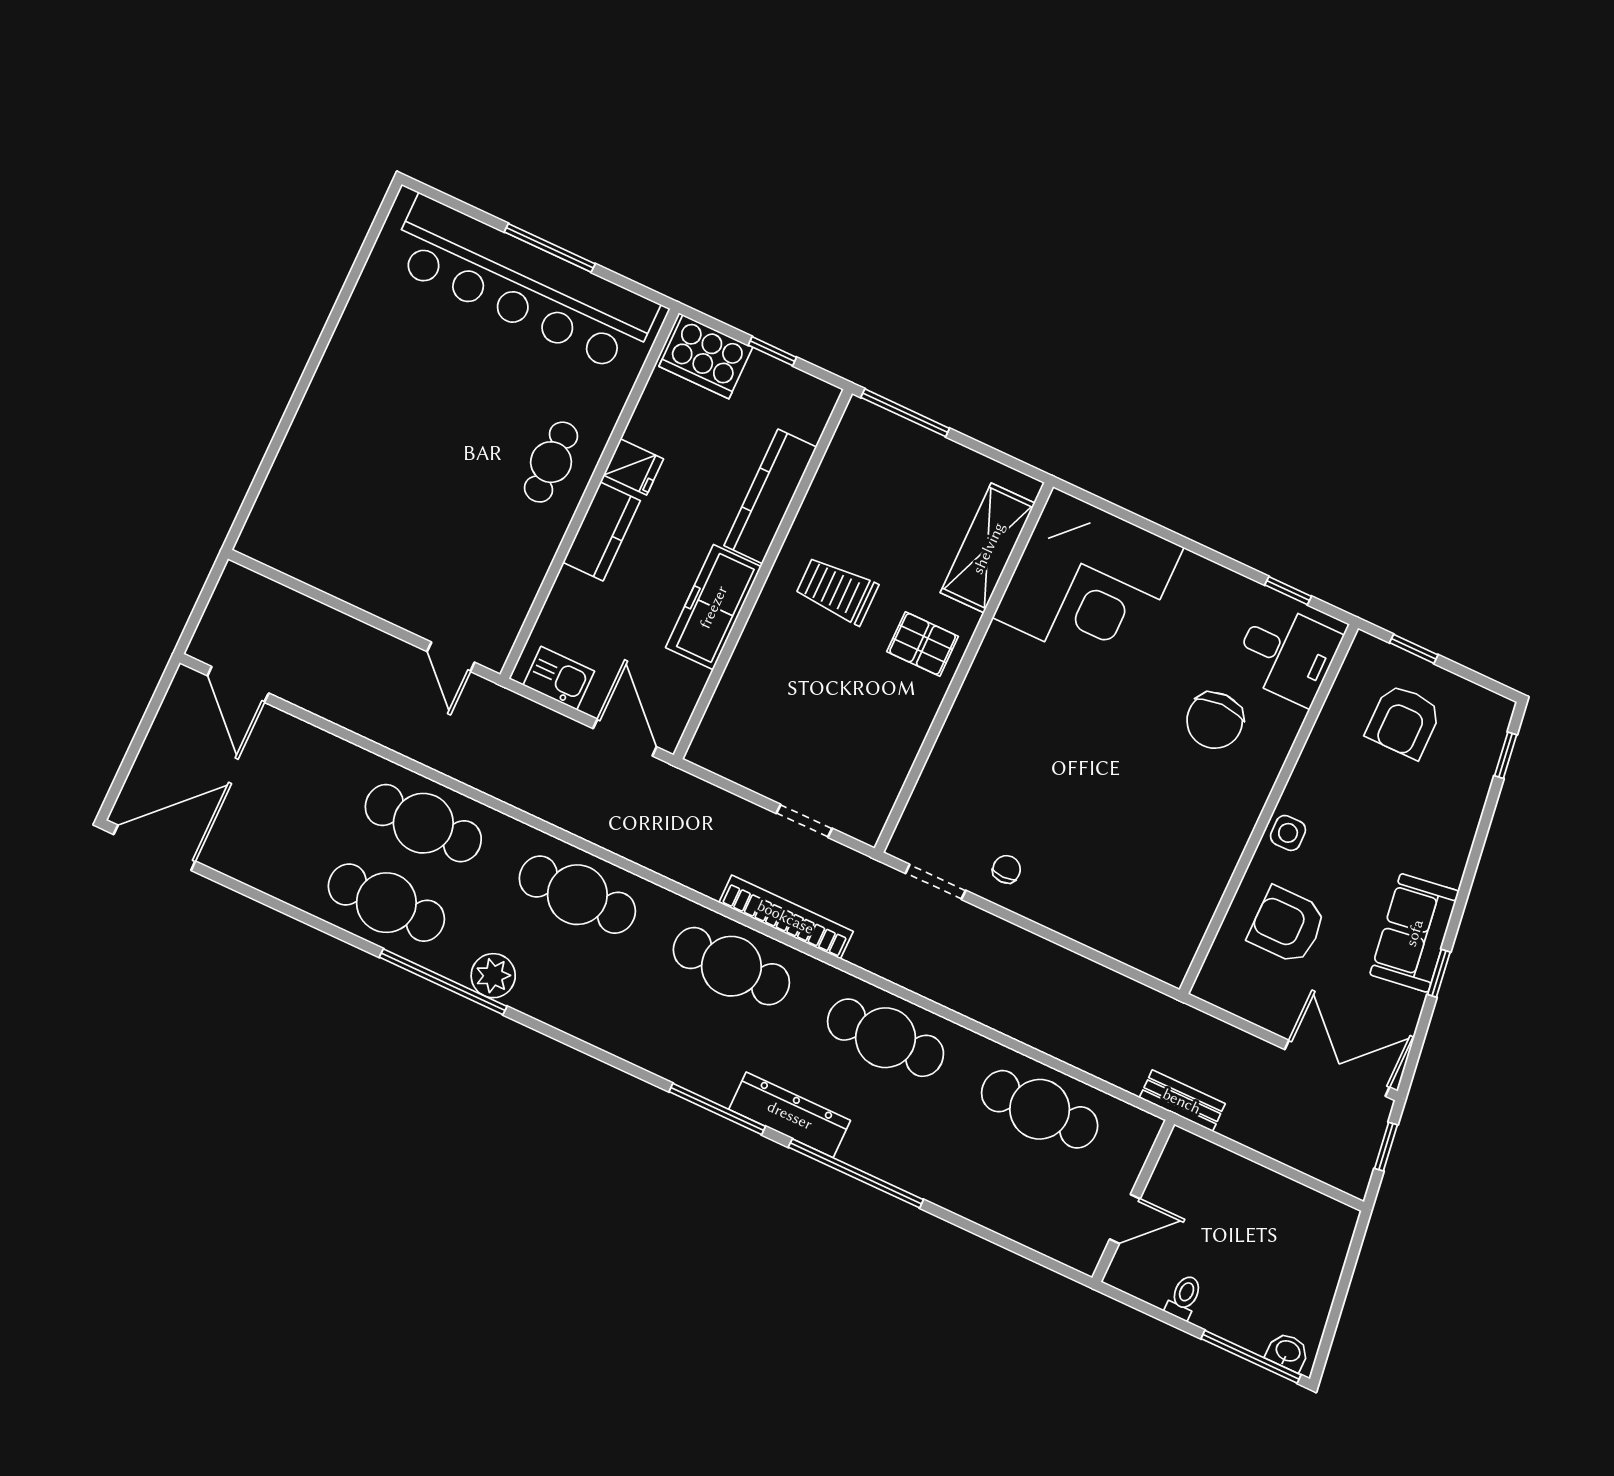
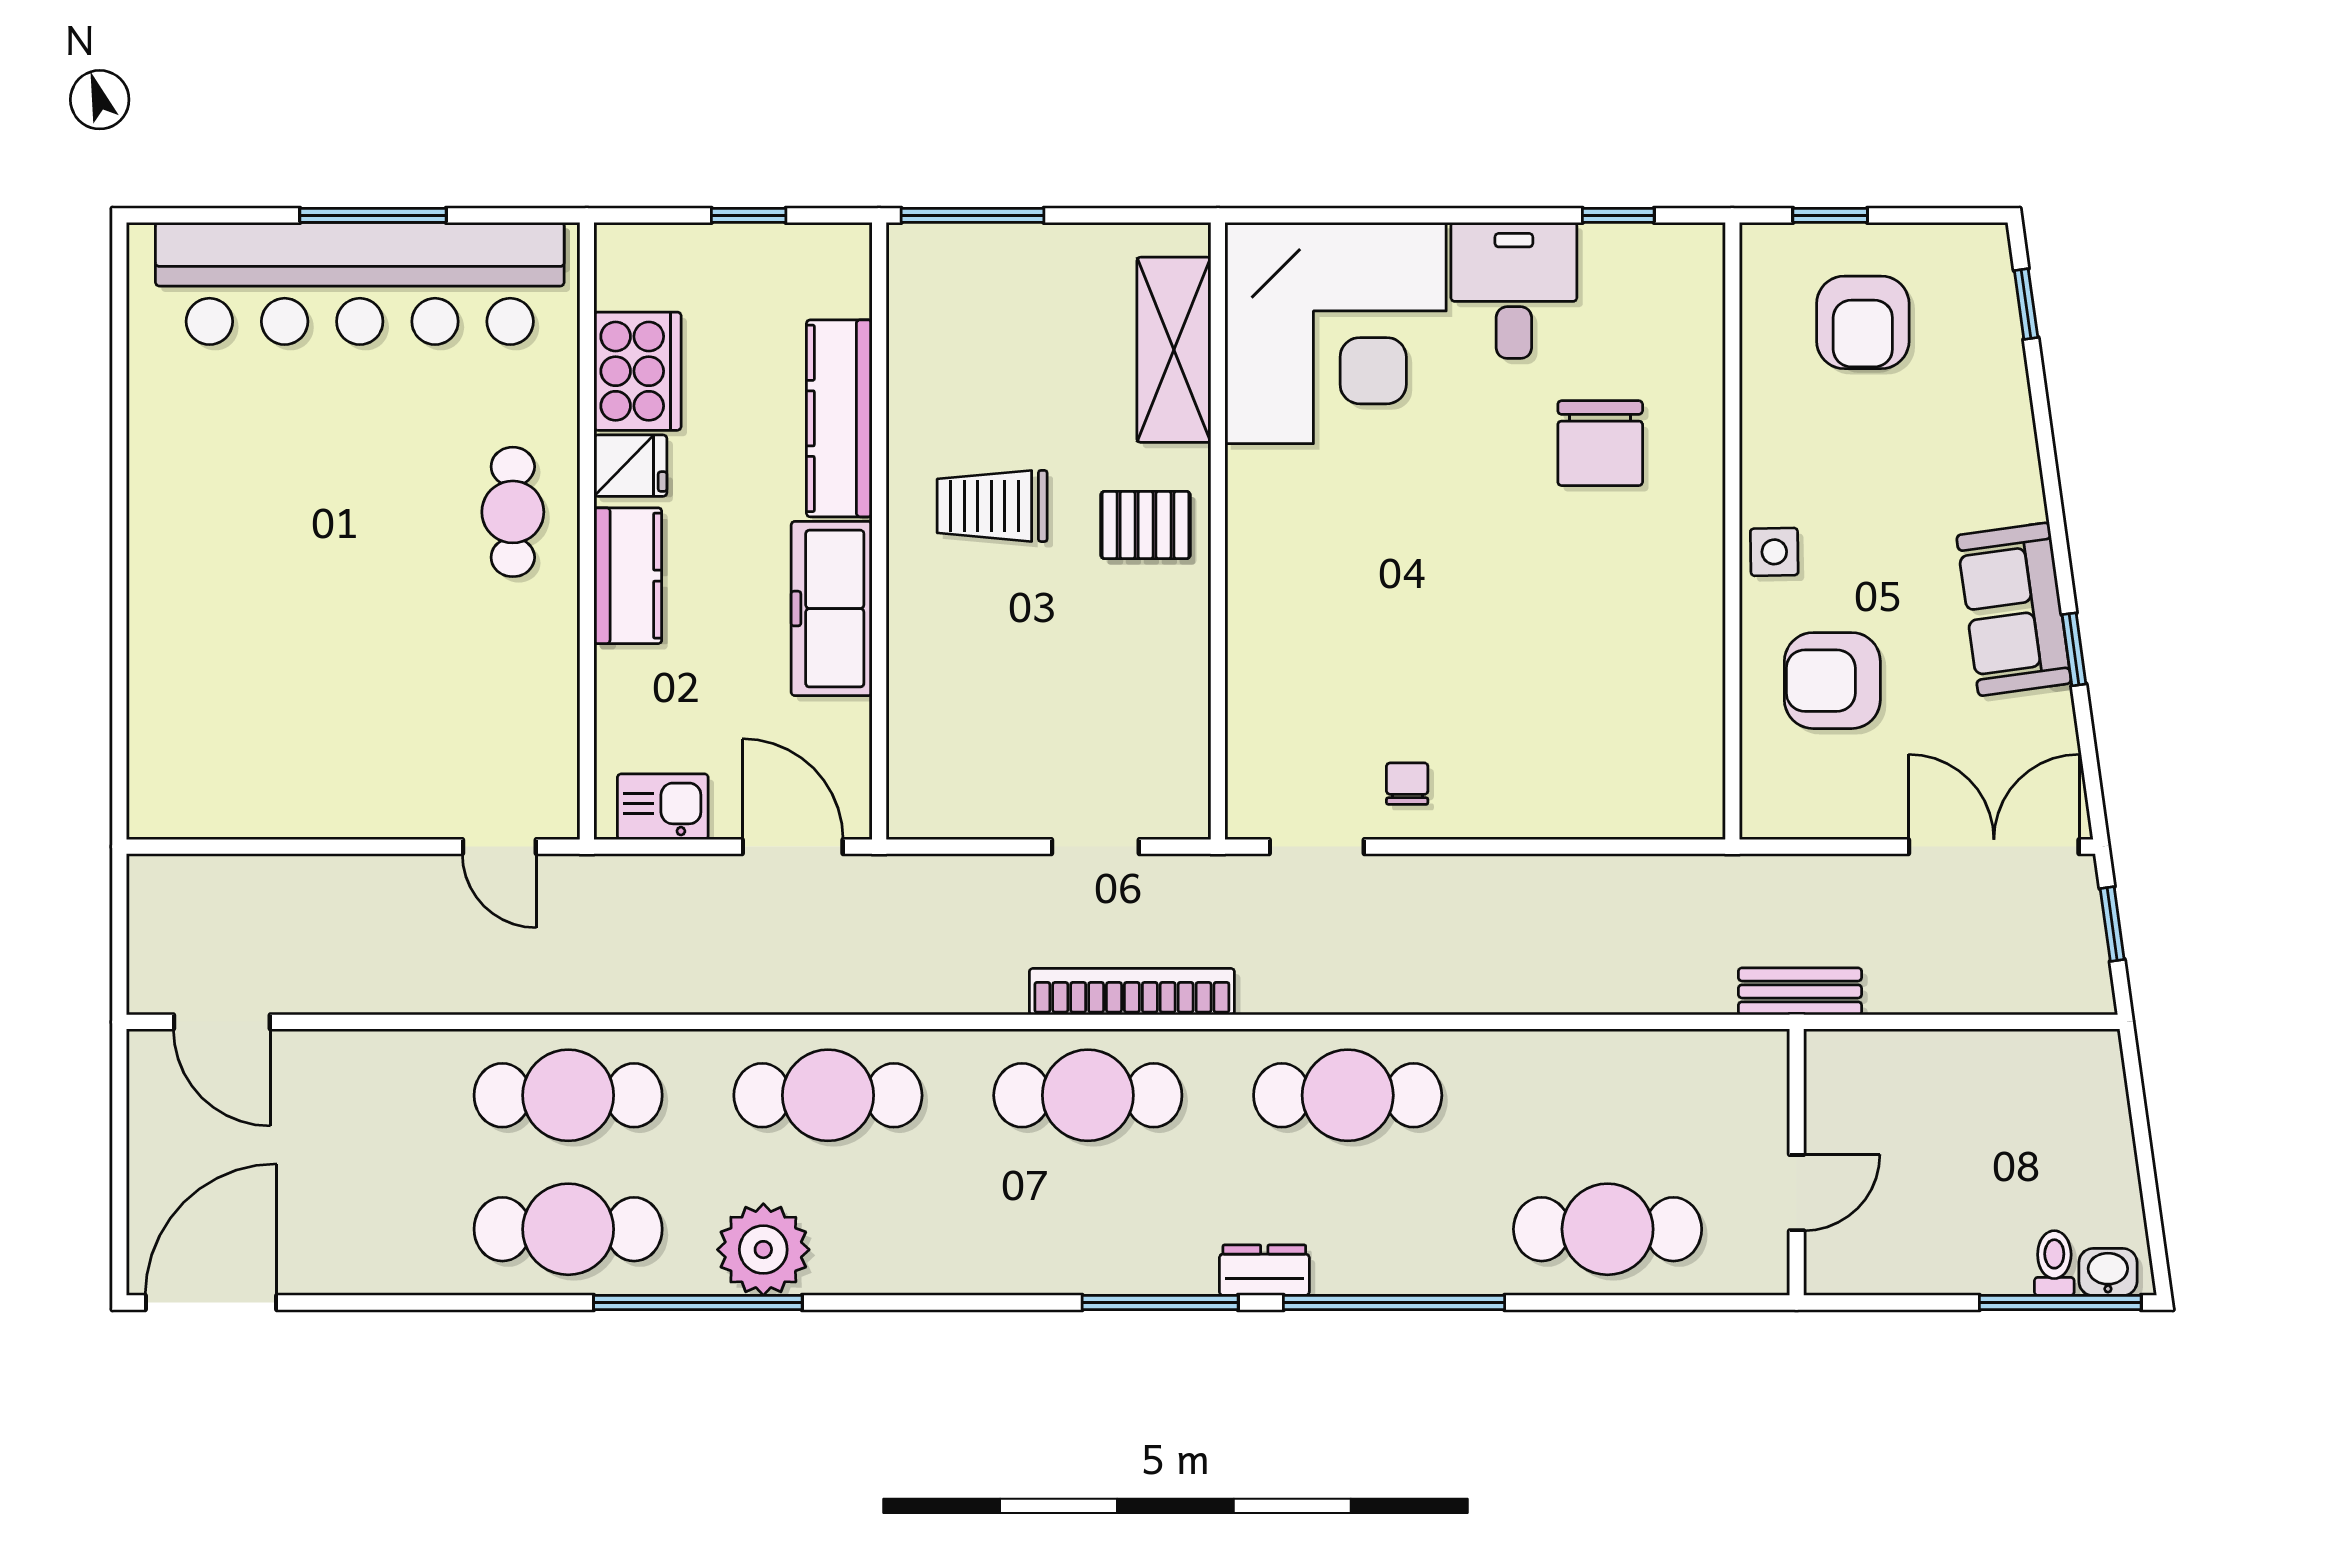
cooker: (706, 357) -> (637, 371), moved, turned -90
desk: (1287, 654) -> (1514, 290), moved, turned -90
plant: (493, 976) -> (763, 1250), width x1.36, depth x1.36
cafe table: (1040, 1109) -> (1608, 1229), moved
dresser: (790, 1115) -> (1264, 1270), width x0.51, depth x0.80
toilet: (1184, 1297) -> (2054, 1263), moved

